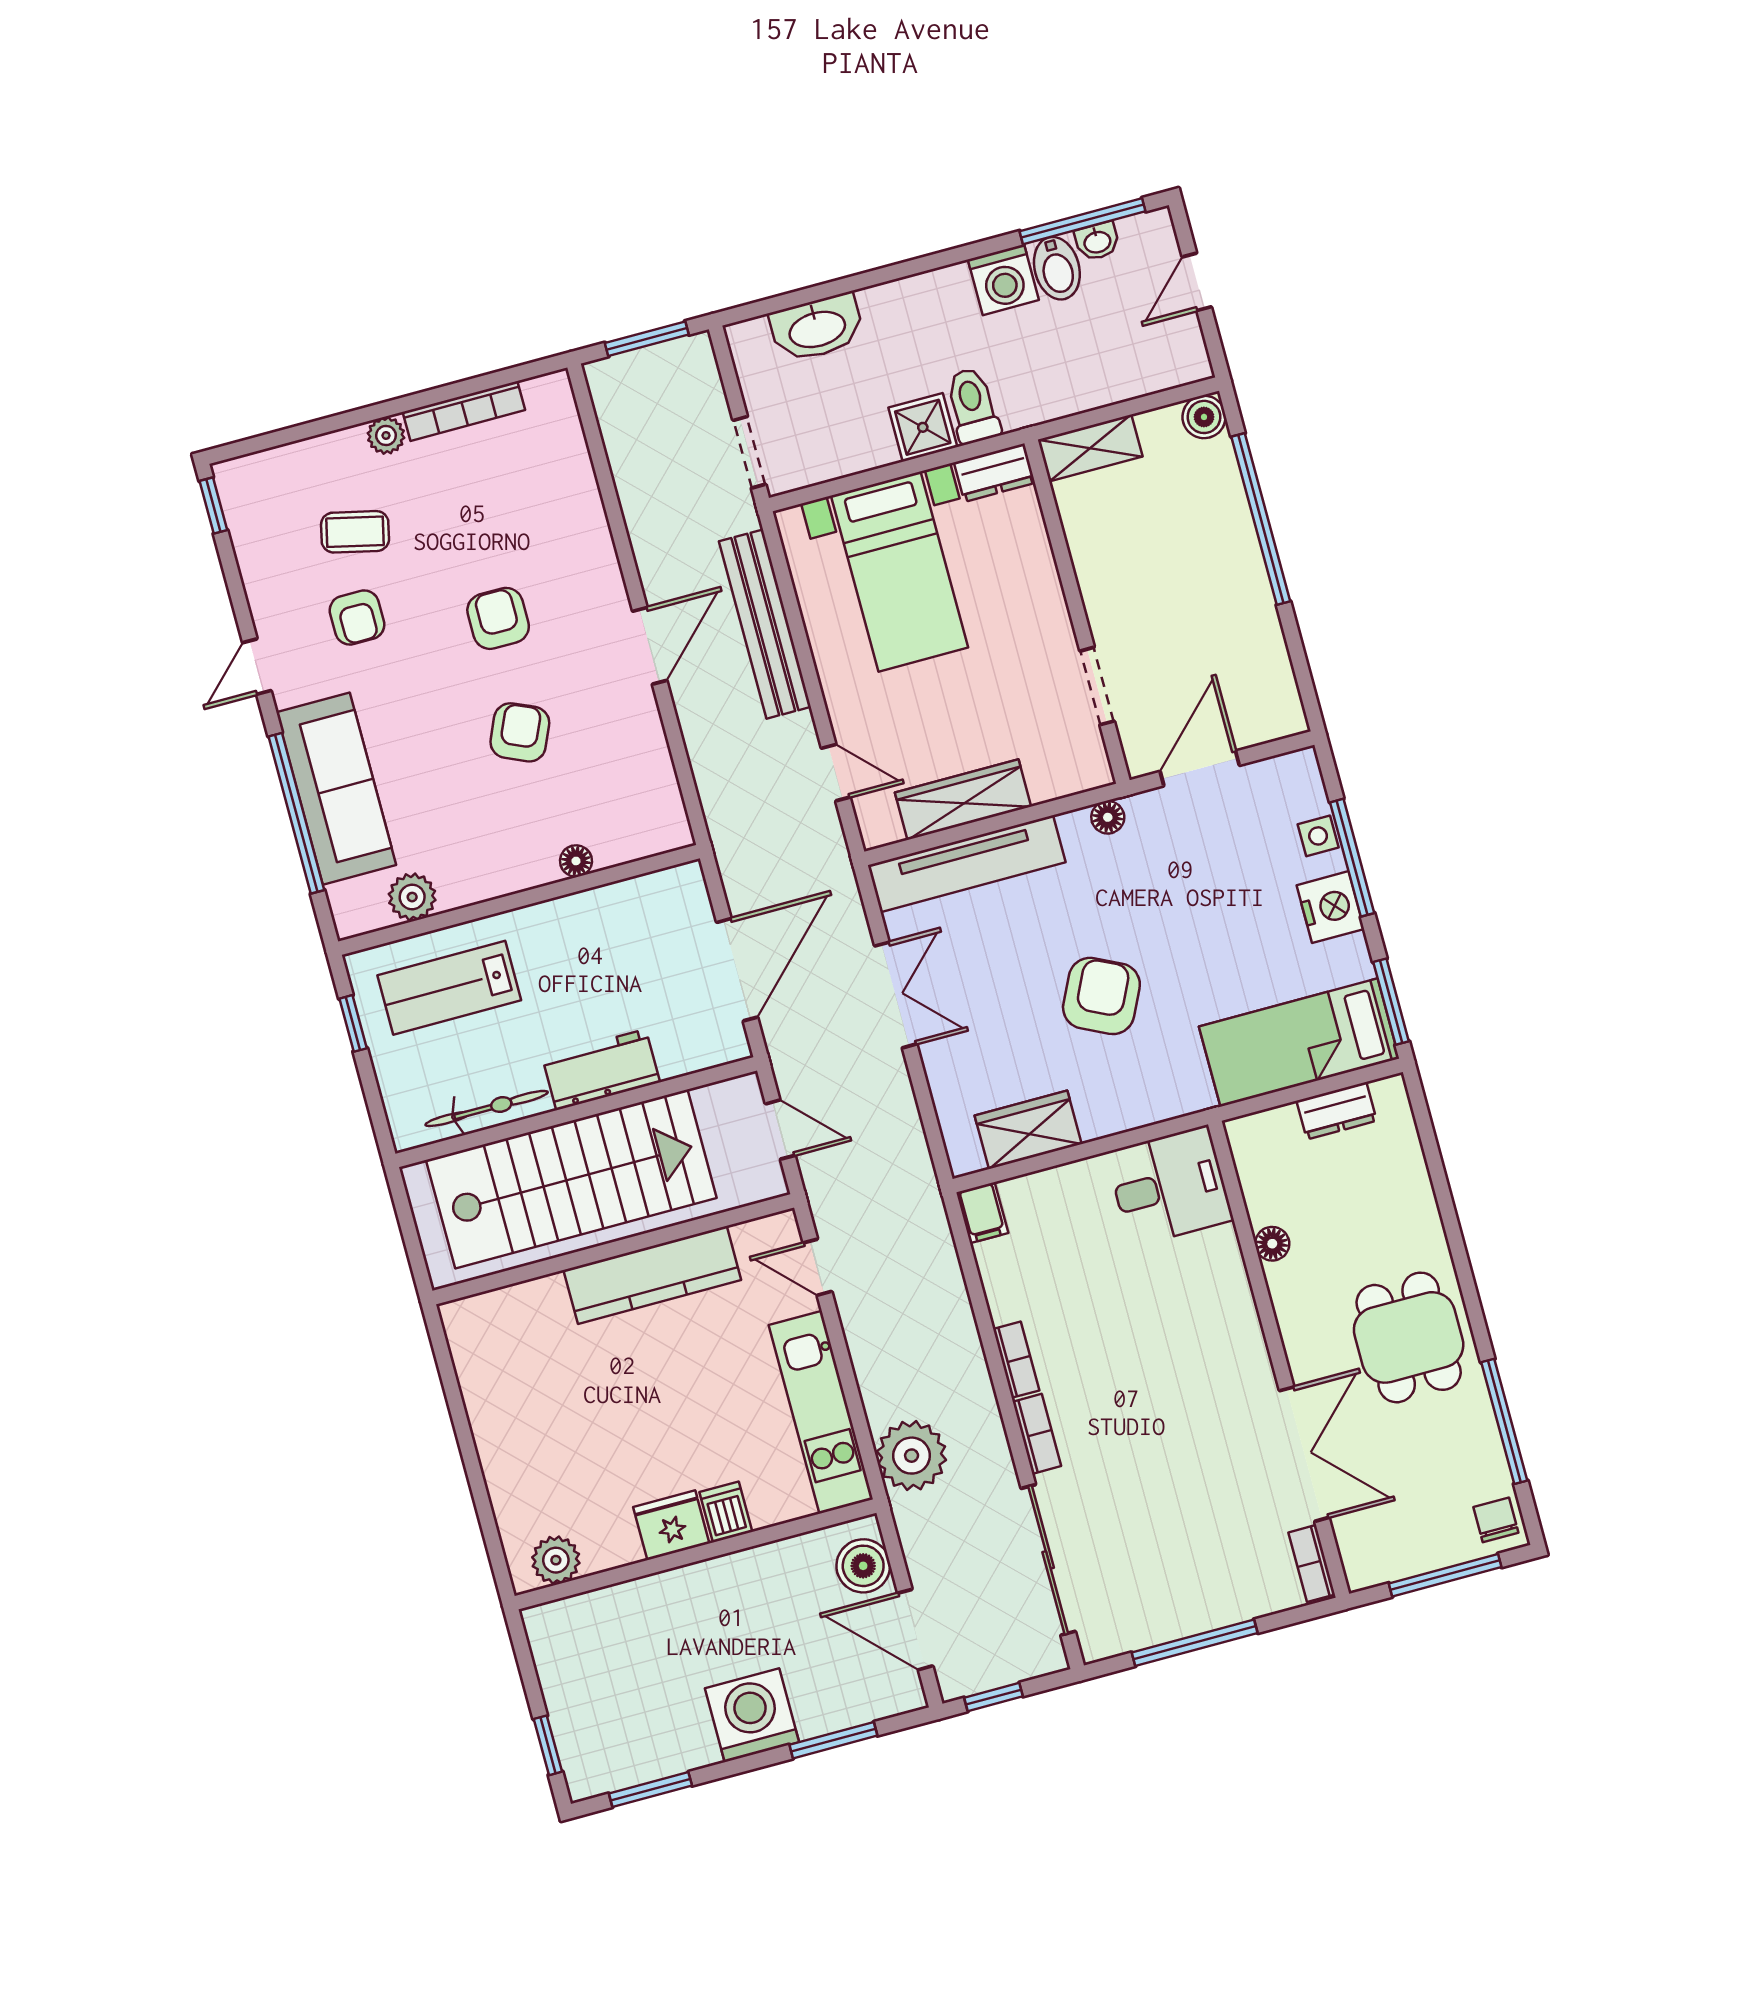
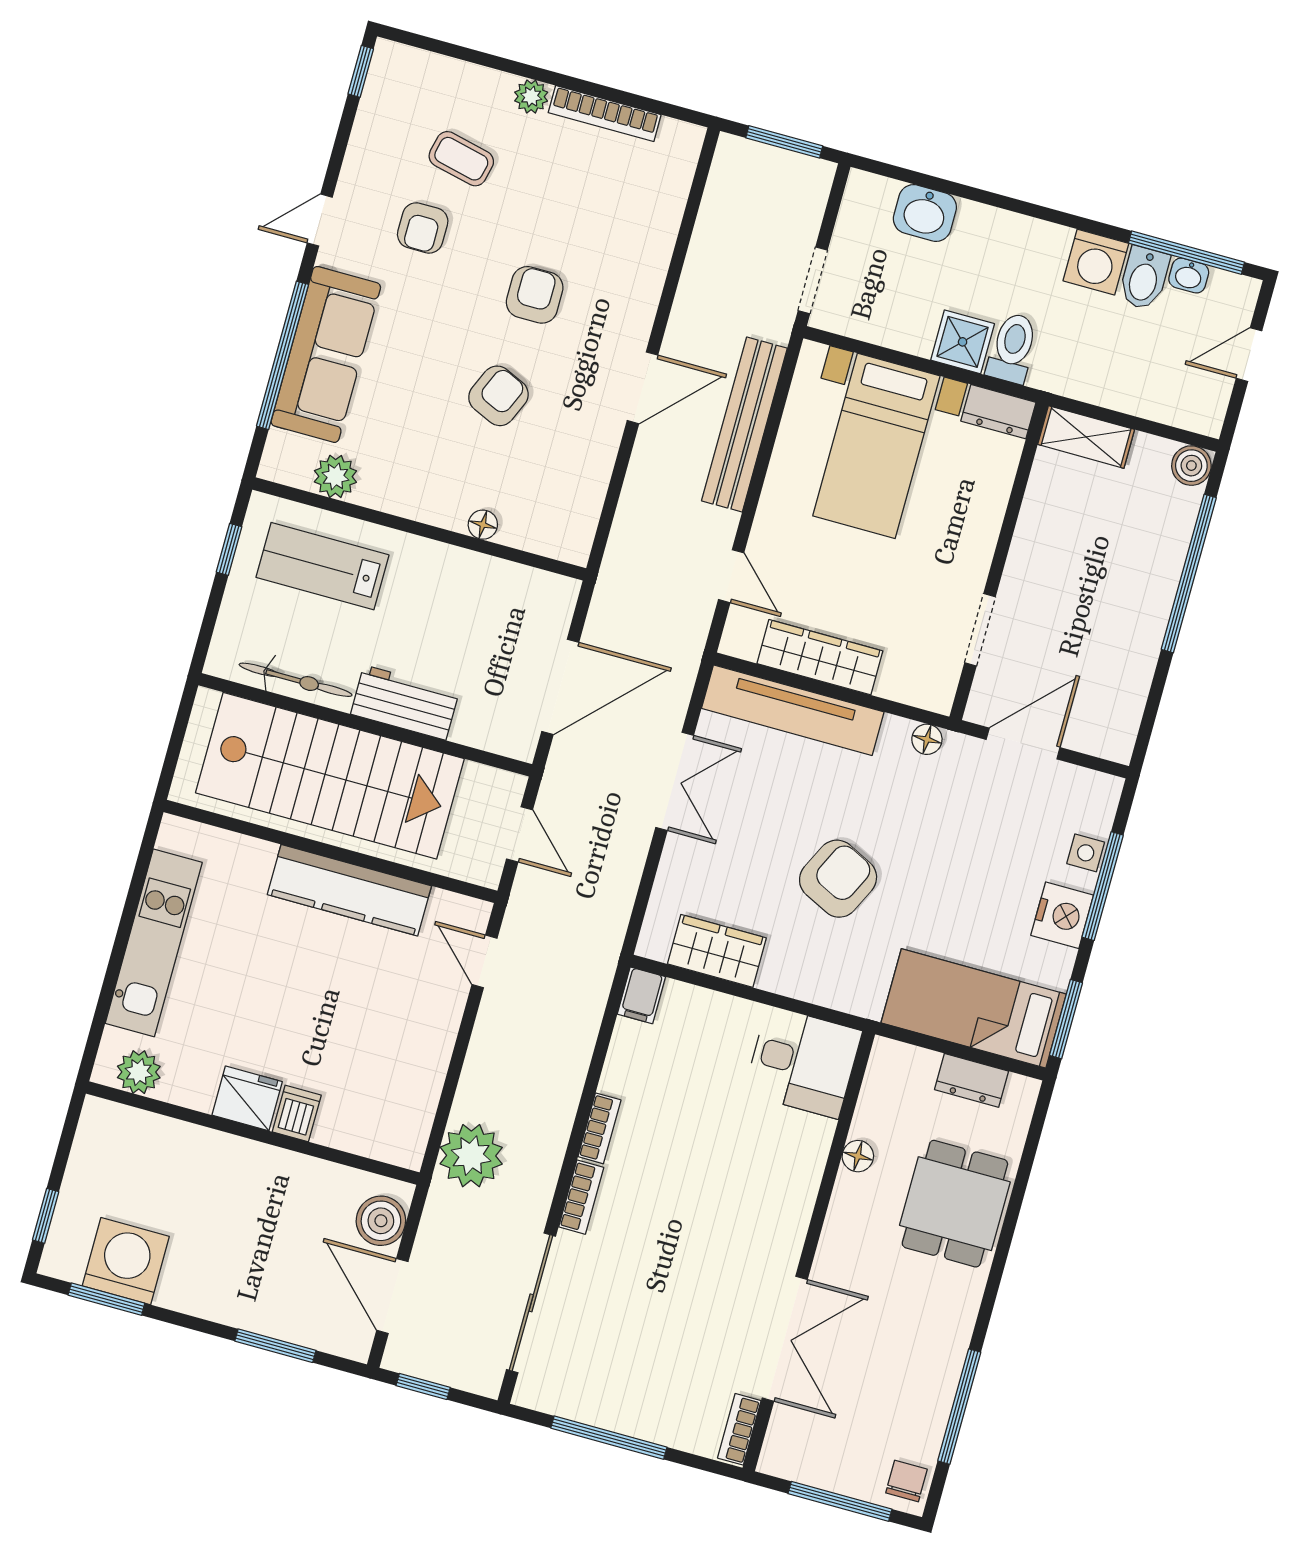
washbasin: (817, 328) -> (925, 213), width x0.72
dining table: (1409, 1337) -> (955, 1204), moved
kitchen unit: (821, 1412) -> (154, 943), moved, turned 180
washing machine: (752, 1715) -> (126, 1261), moved

